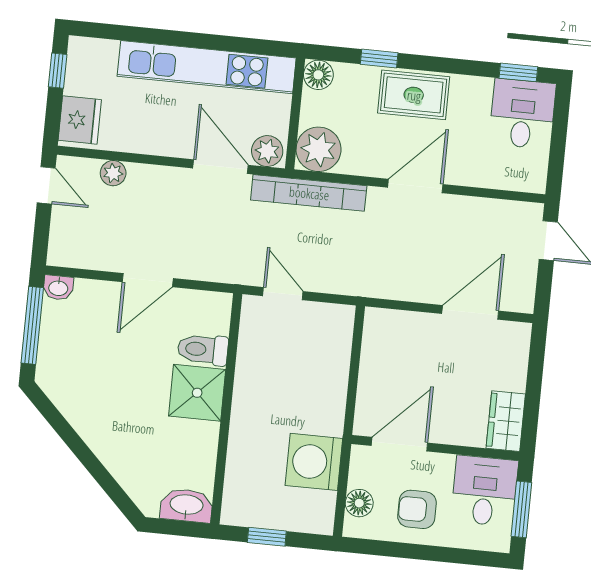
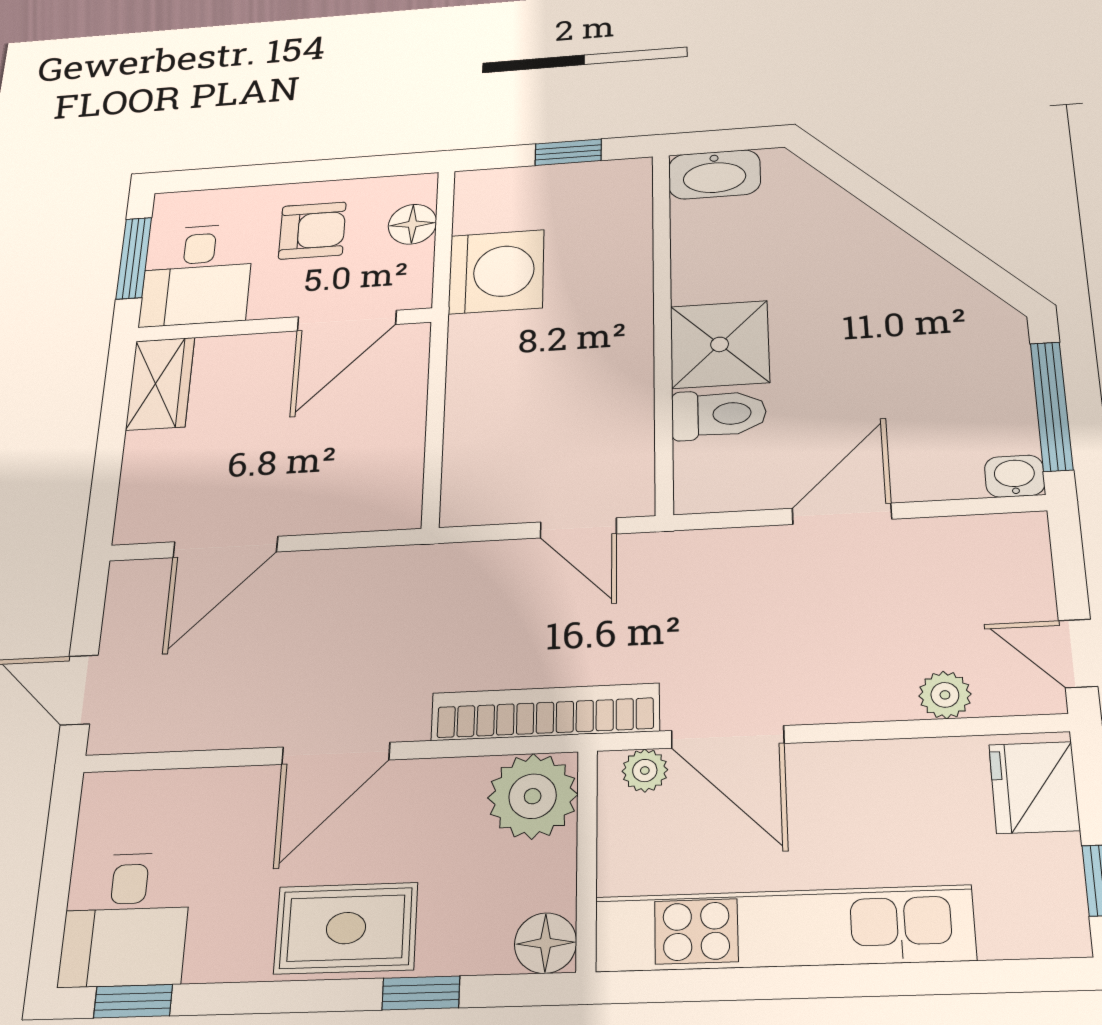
plant: (267, 151) -> (645, 771), width x0.73, depth x0.73

